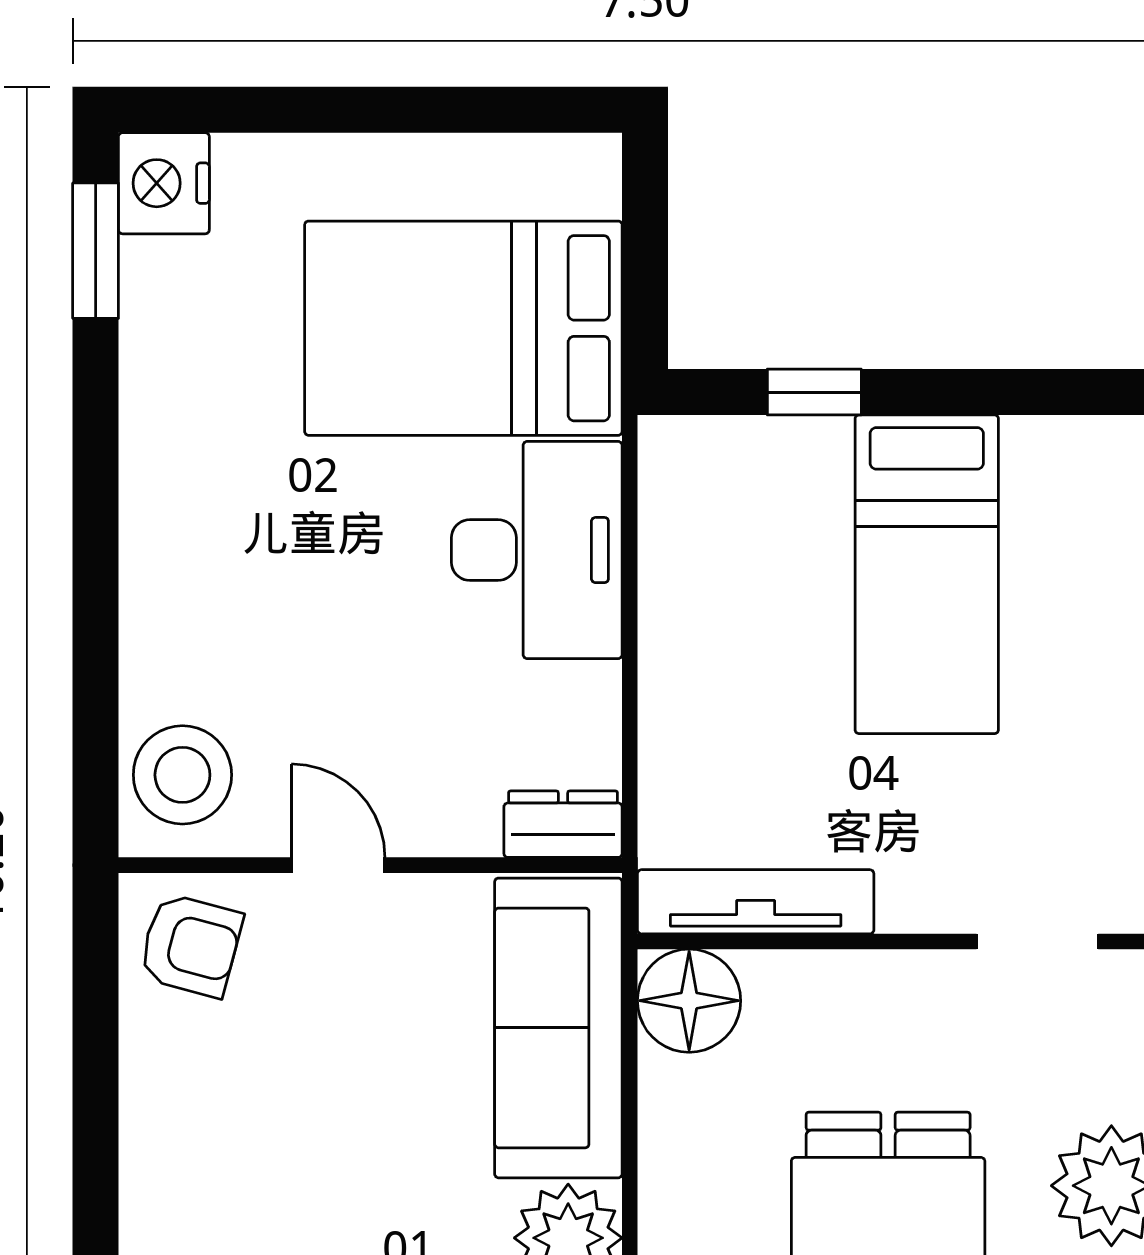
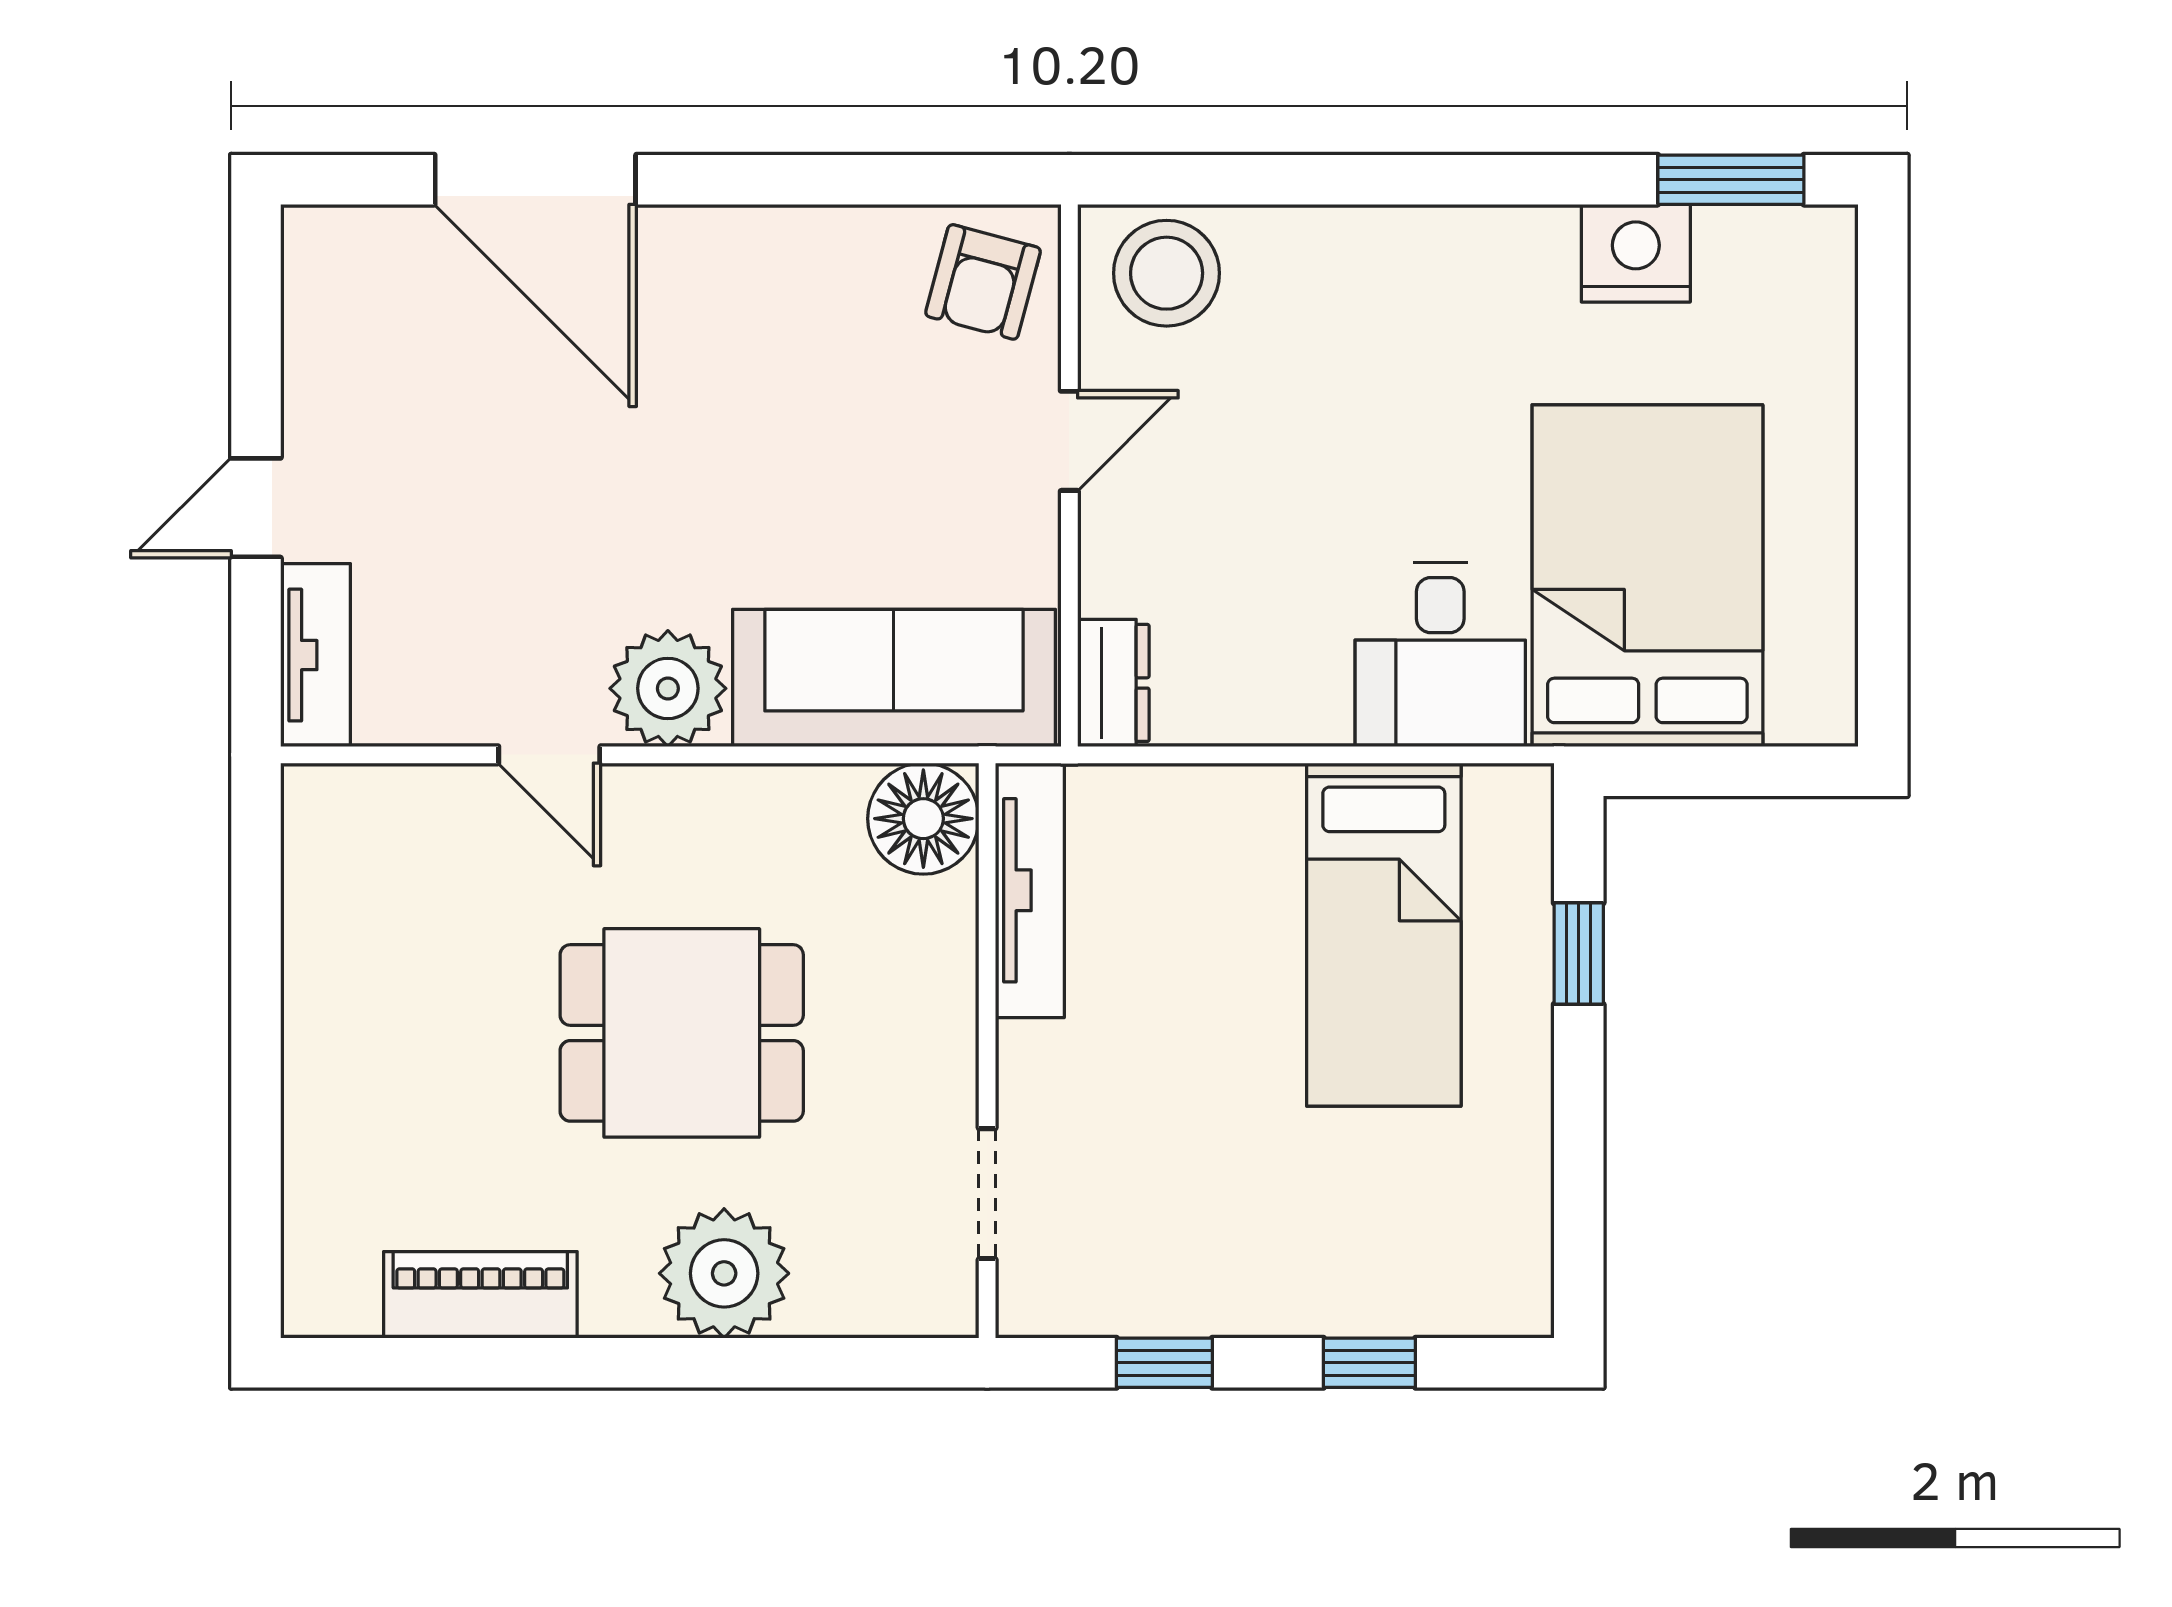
nightstand: (164, 183) -> (1636, 253), moved
desk: (537, 550) -> (1440, 655), width x0.73
bed: (927, 574) -> (1384, 935), moved, turned -90

